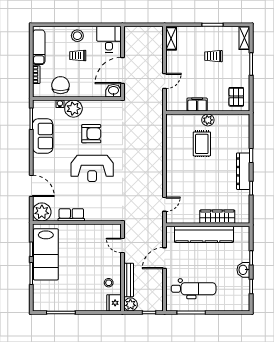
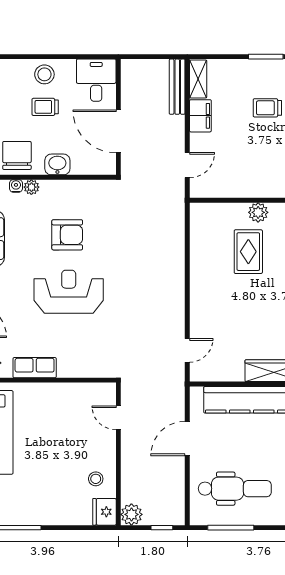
door: (122, 71) -> (118, 131), hinge flipped
door: (165, 81) -> (187, 165), moved
washbasin: (113, 91) -> (57, 164), moved
filing cabinet: (197, 105) -> (200, 116), moved, turned 90
plant: (73, 109) -> (31, 187), width x0.53, depth x0.53
reception desk: (92, 168) -> (69, 292), turned 180
bench: (129, 280) -> (177, 87), moved

